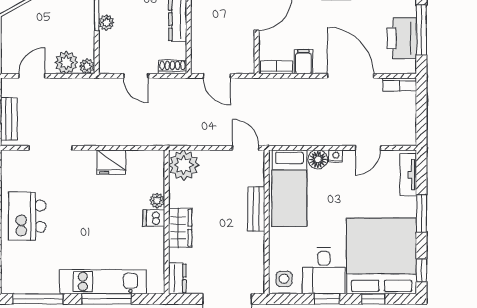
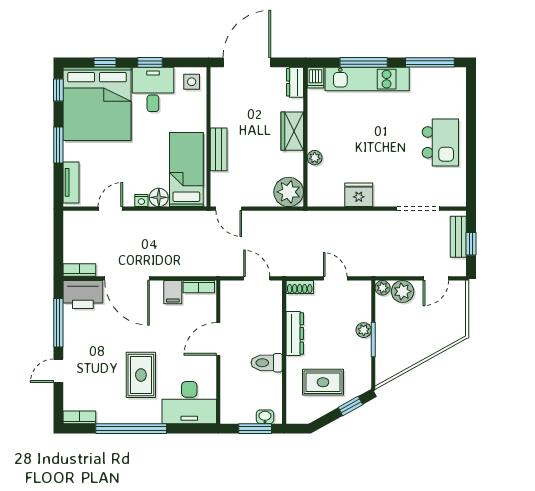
printer: (402, 38) -> (83, 295), moved, turned 90
dishwasher: (154, 218) -> (315, 78), moved, turned 90

